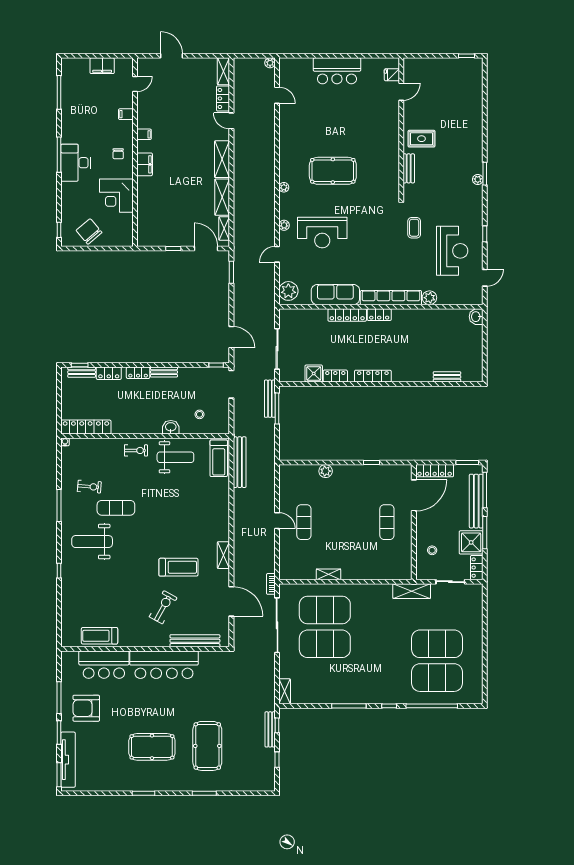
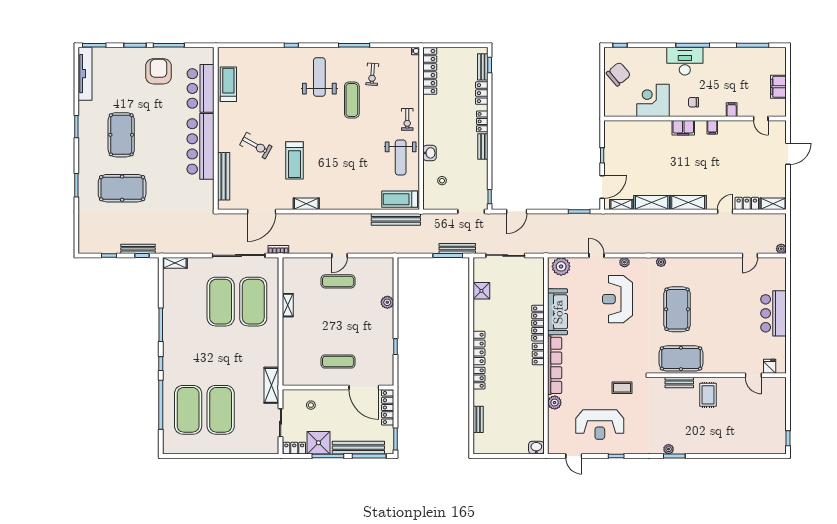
pool table: (384, 167) -> (681, 358), added
locker: (335, 376) -> (479, 378), moved
tv unit: (68, 760) -> (85, 74), moved, turned -90

